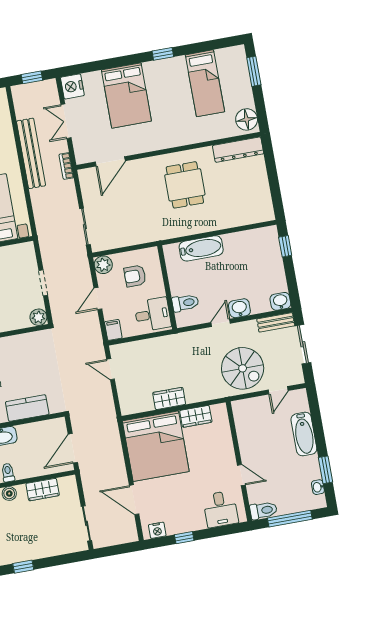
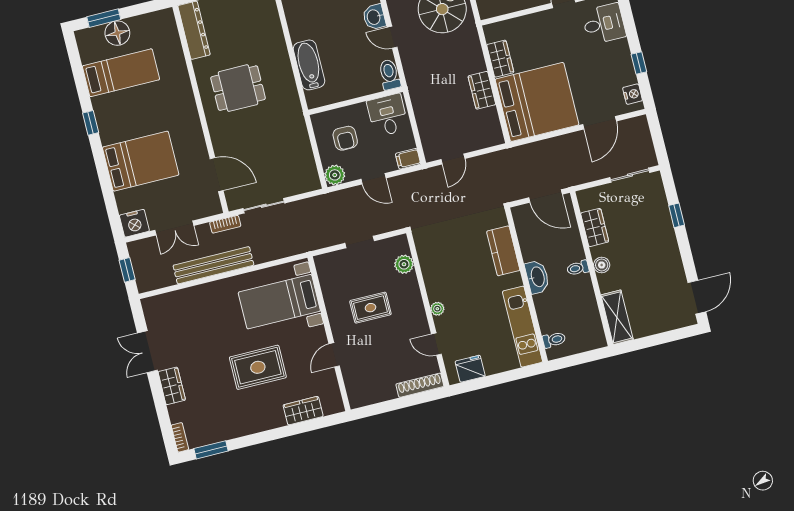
floor lamp: (247, 119) -> (117, 33), moved
sliding door: (85, 227) -> (264, 206), moved
toilet: (185, 303) -> (389, 75), moved
plant: (38, 317) -> (404, 264), moved
window: (23, 567) -> (677, 215), moved

